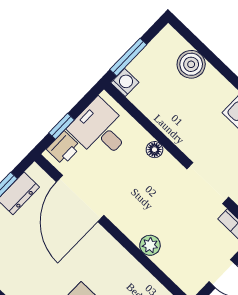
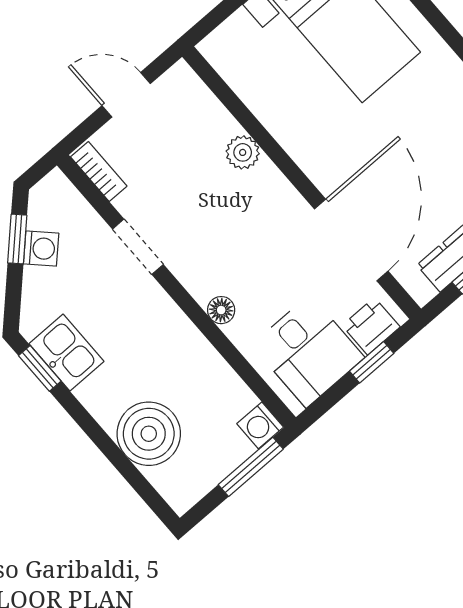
boiler: (191, 64) -> (149, 434), width x1.37, depth x1.37
doorway: (208, 183) -> (138, 247), width x0.73

